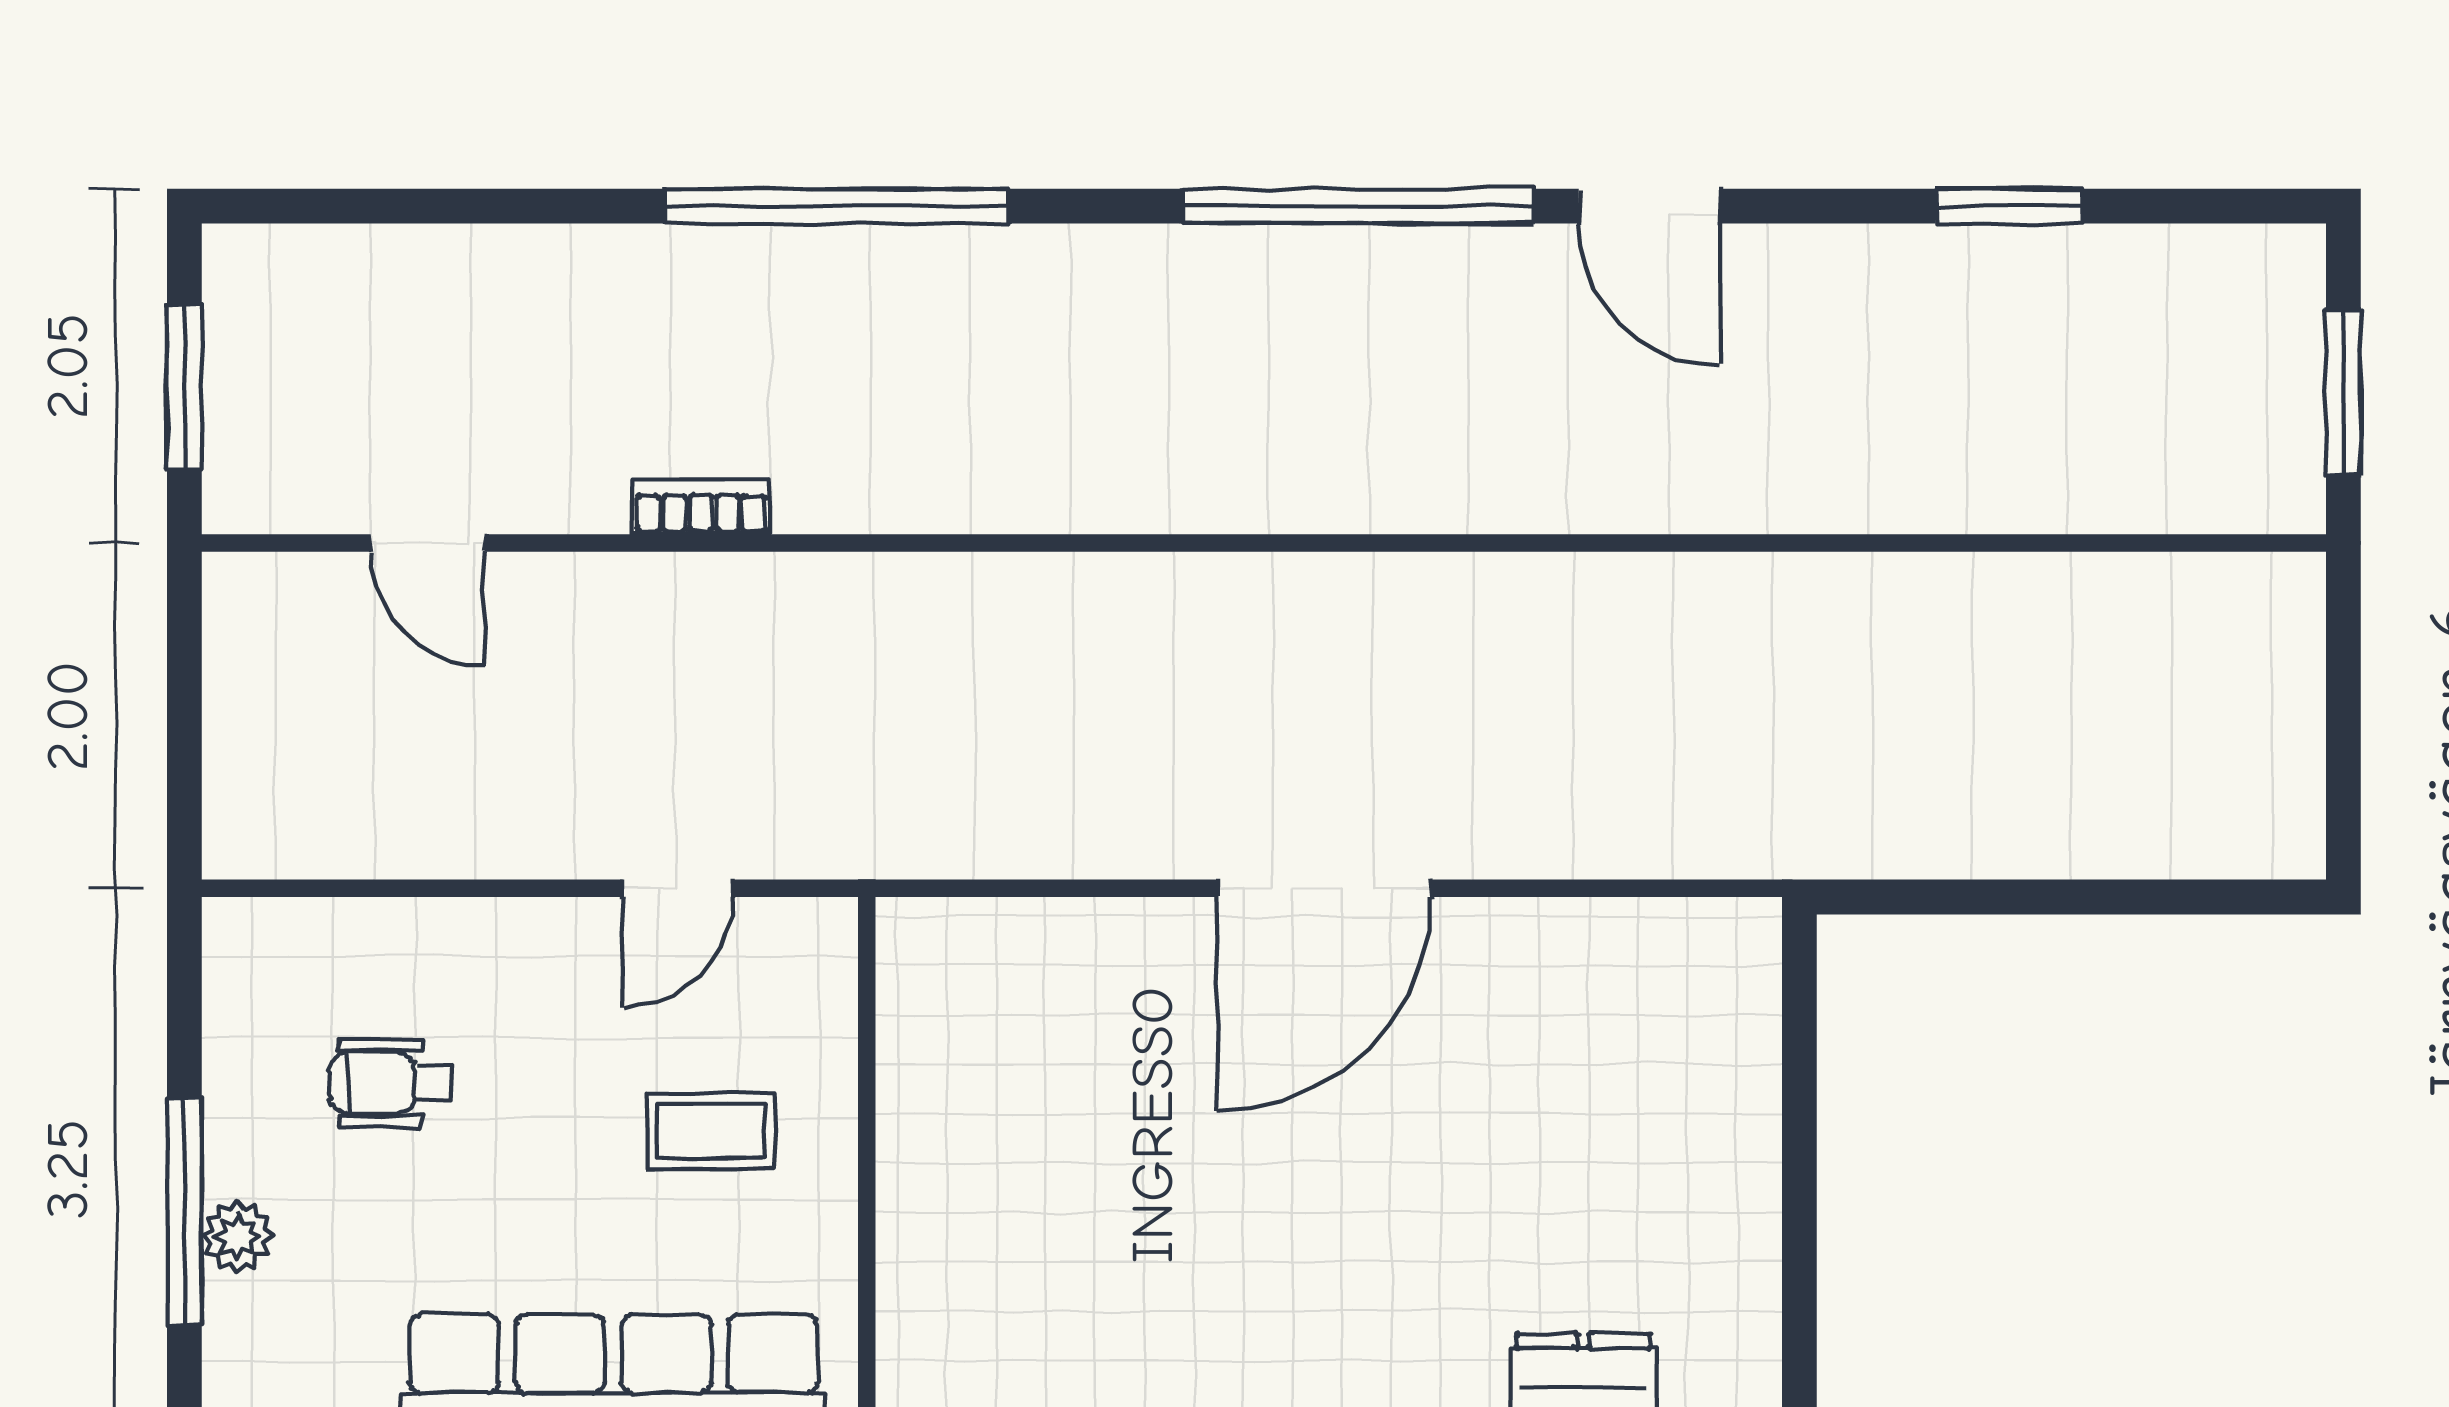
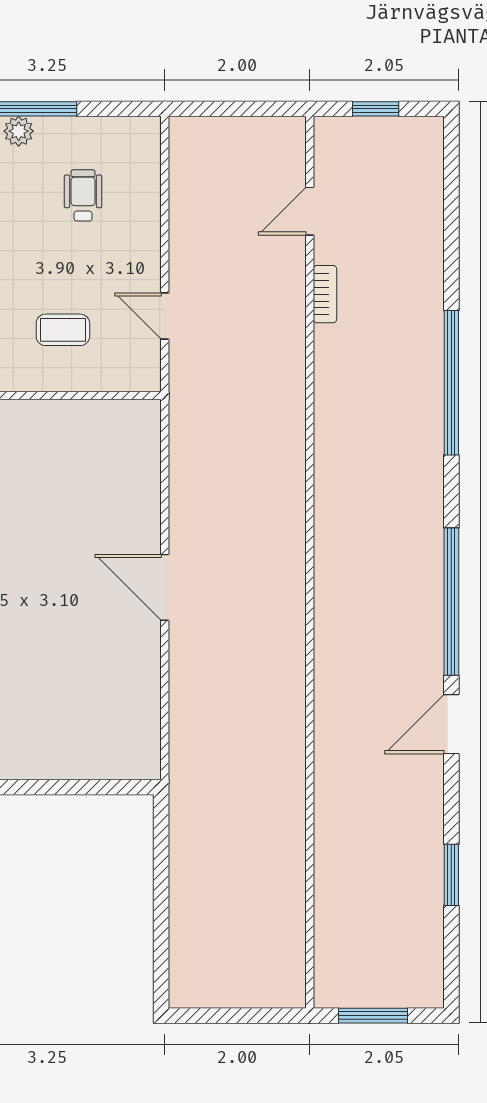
window: (184, 386) -> (376, 109), width x0.67
bookcase: (701, 507) -> (325, 294), moved
door: (1324, 888) -> (165, 587), width x0.73
coffee table: (711, 1131) -> (63, 330), turned 90

